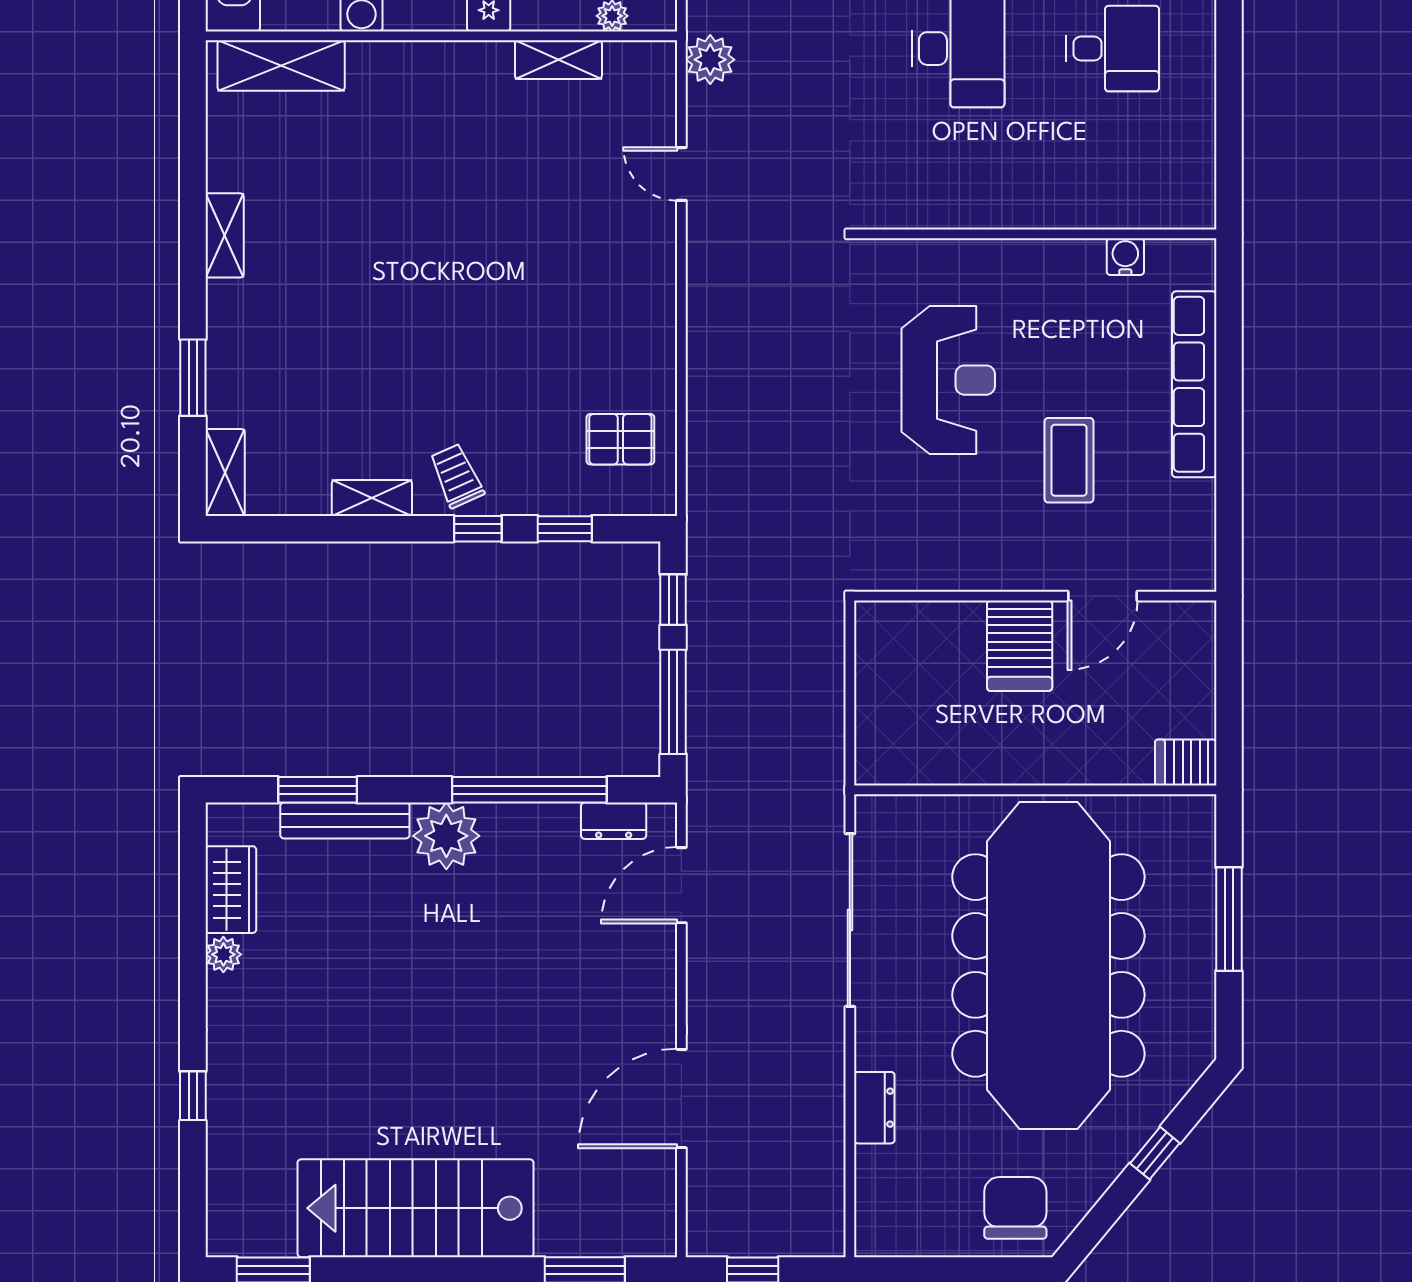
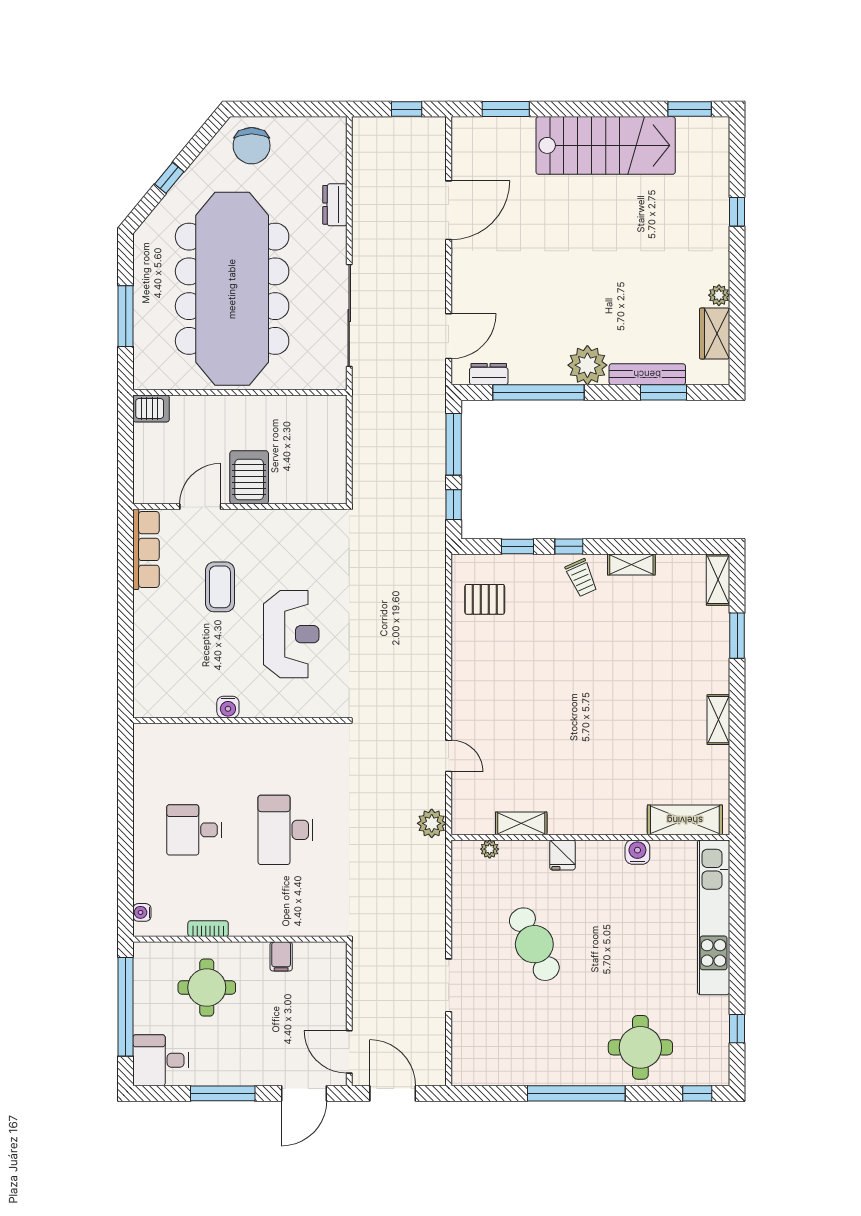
water cooler: (1125, 257) -> (228, 707), moved
reception desk: (948, 380) -> (291, 634), turned 180
row of seats: (1194, 384) -> (146, 549), moved, width x0.73

